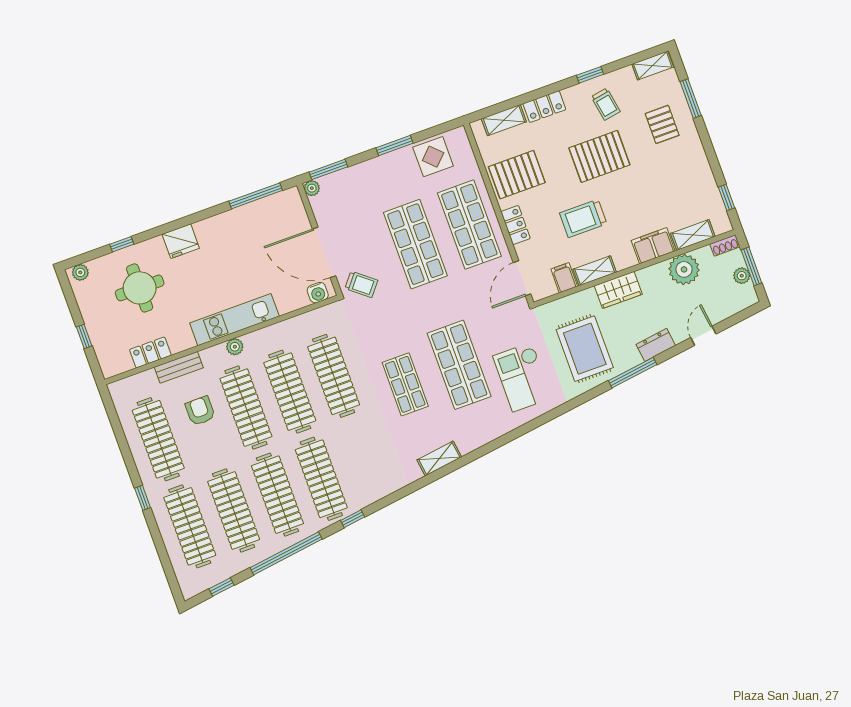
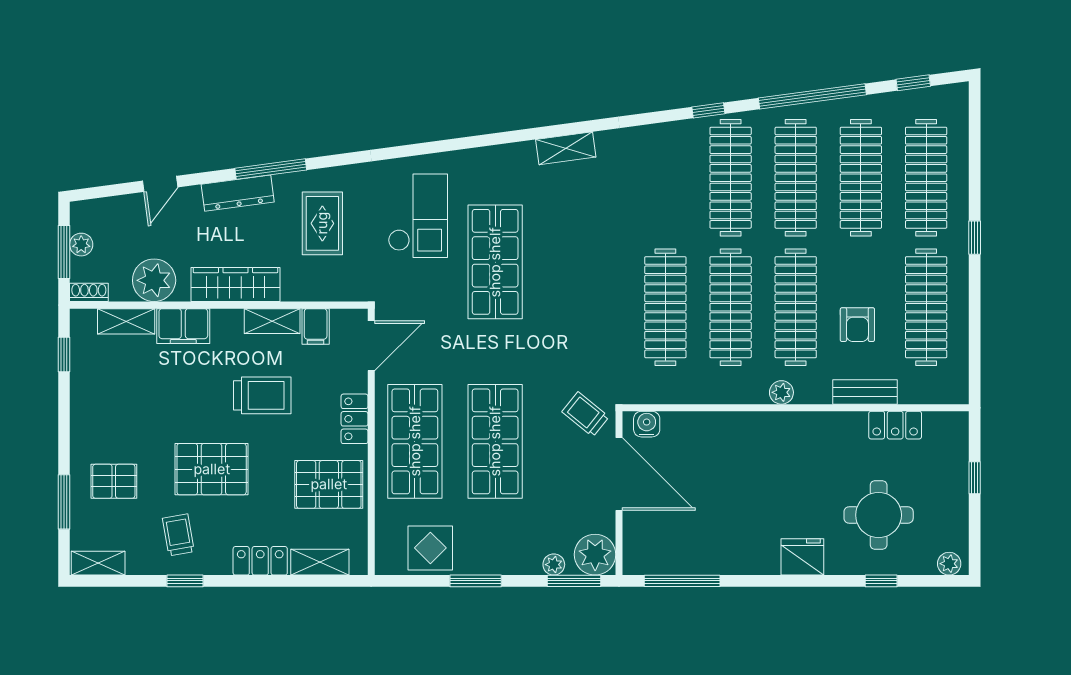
pallet: (662, 124) -> (114, 481), turned 90
plant: (346, 176) -> (554, 565), added
plant: (312, 188) -> (595, 555), width x1.87, depth x1.87
wardrobe: (618, 290) -> (235, 285), width x1.50
kitchen unit: (234, 320) -> (769, 428), removed
dresser: (656, 345) -> (238, 193), width x1.44
rug: (585, 349) -> (322, 223), width x0.73, depth x0.70
shop shelf: (405, 384) -> (575, 262), removed

